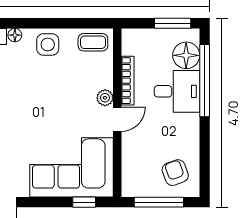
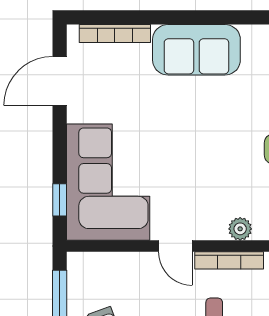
plant: (105, 98) -> (240, 229), moved

